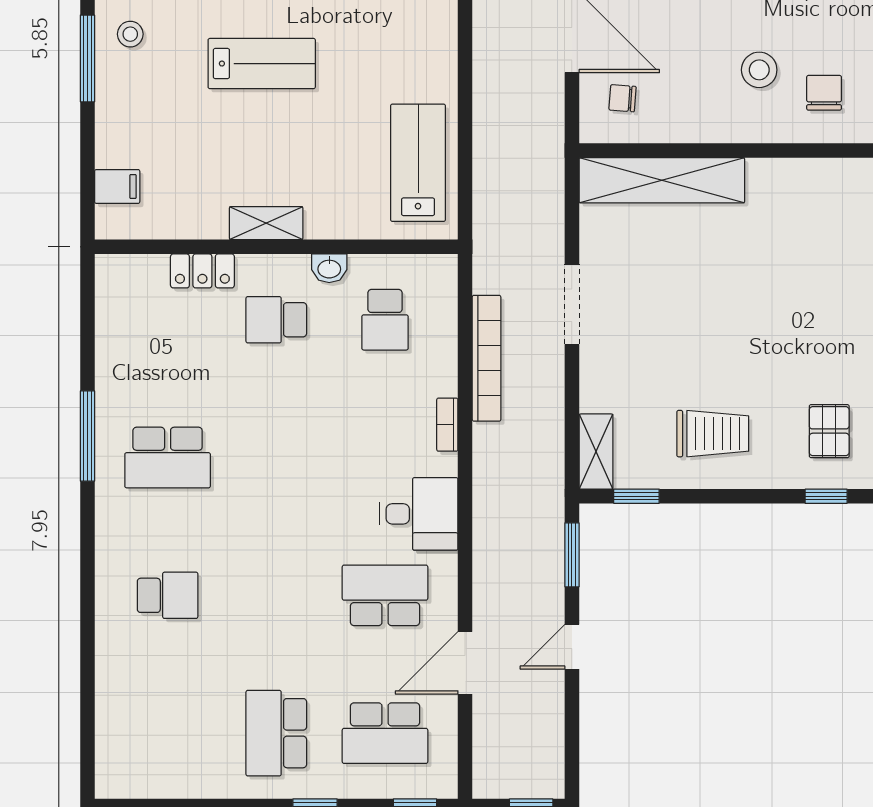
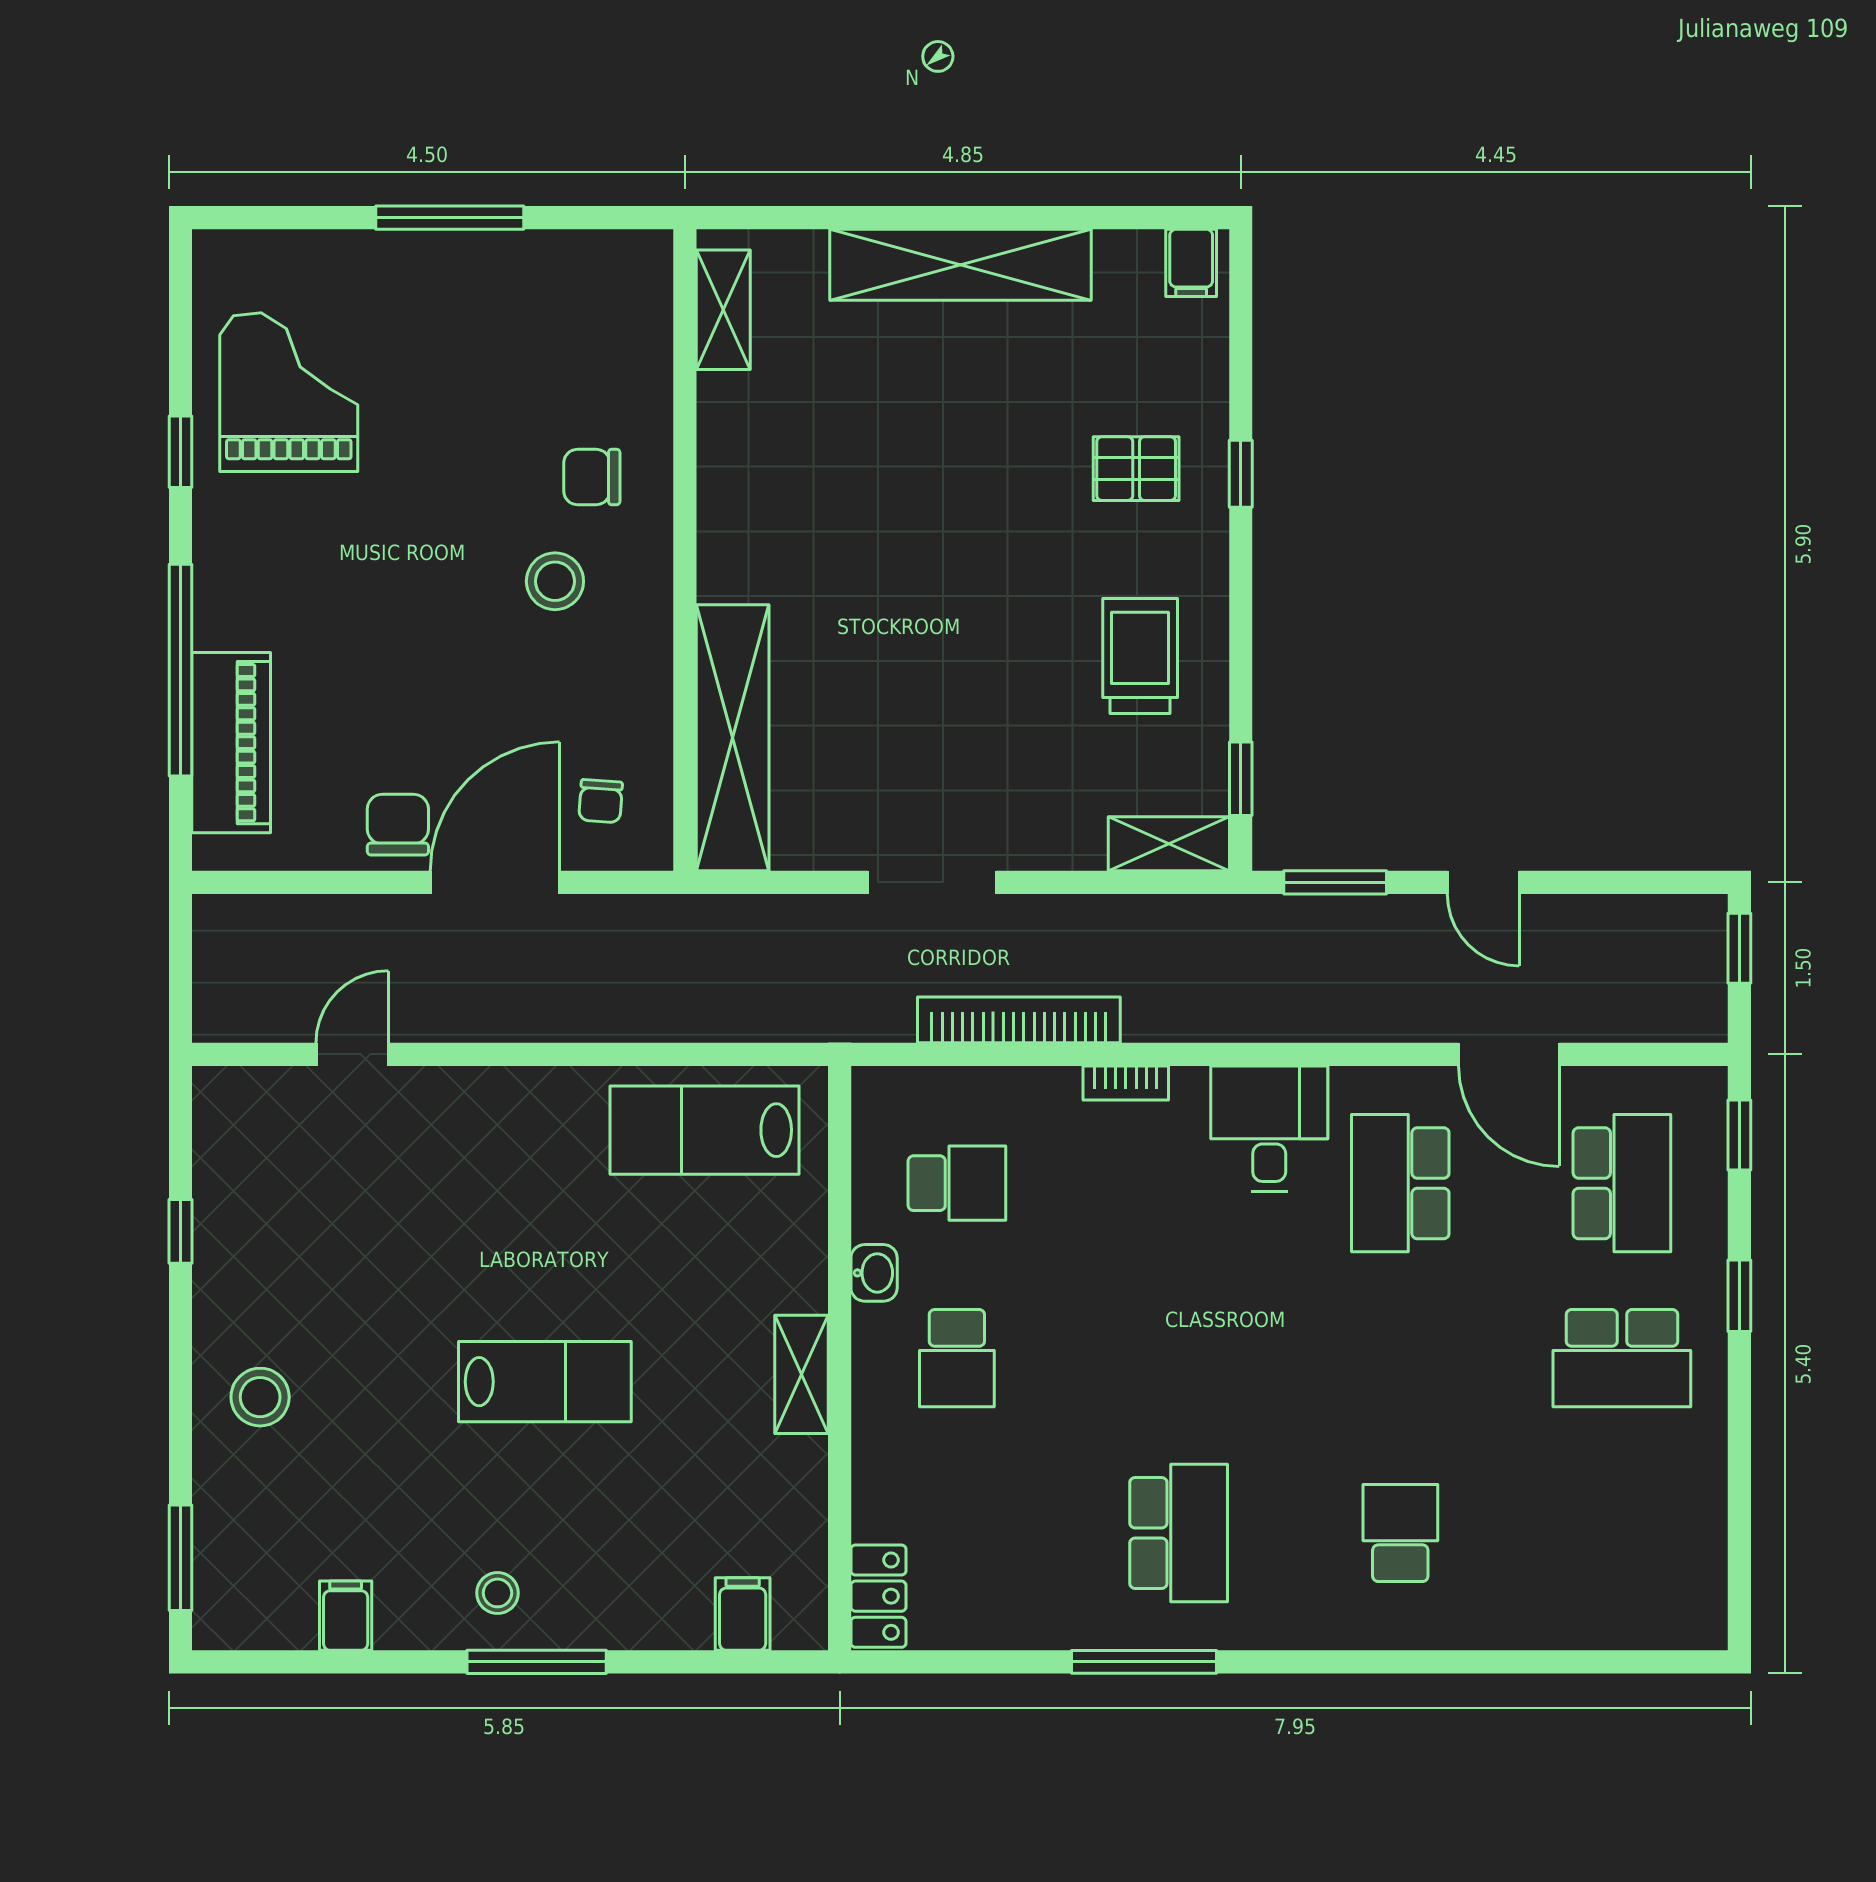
lab bench: (262, 64) -> (545, 1382), turned 90
locker: (202, 271) -> (878, 1596), moved

